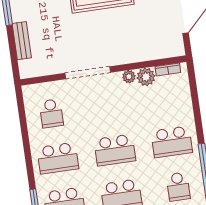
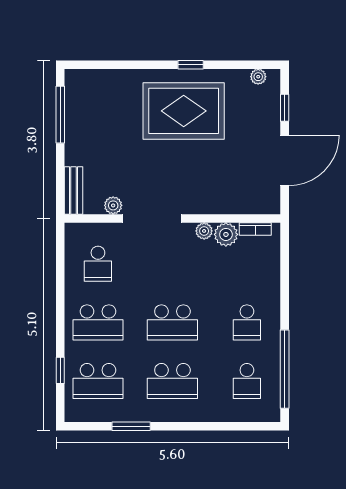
bench: (22, 41) -> (73, 190), moved
plant: (57, 67) -> (113, 205), added
school desk: (172, 142) -> (247, 322), width x0.54

